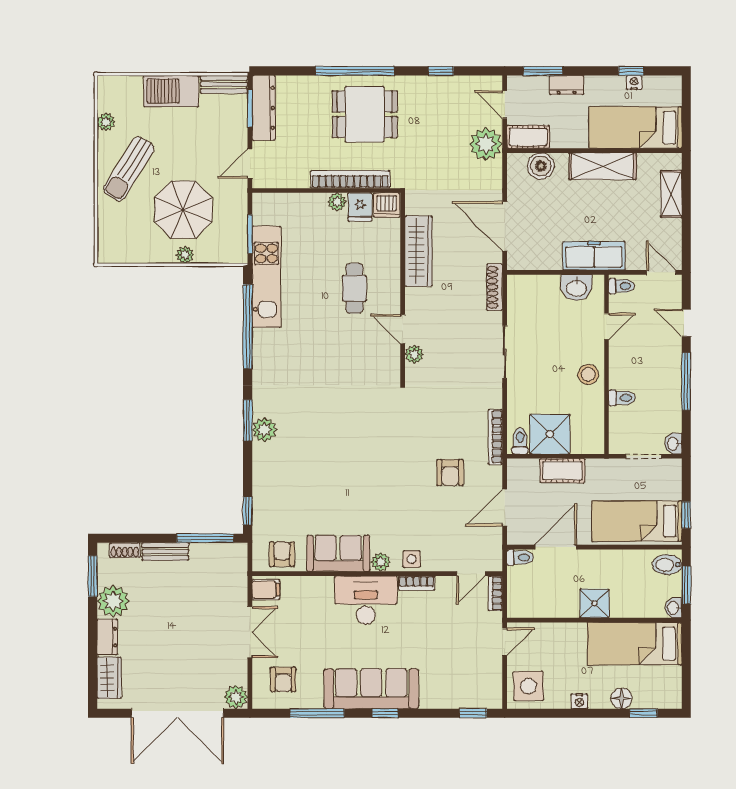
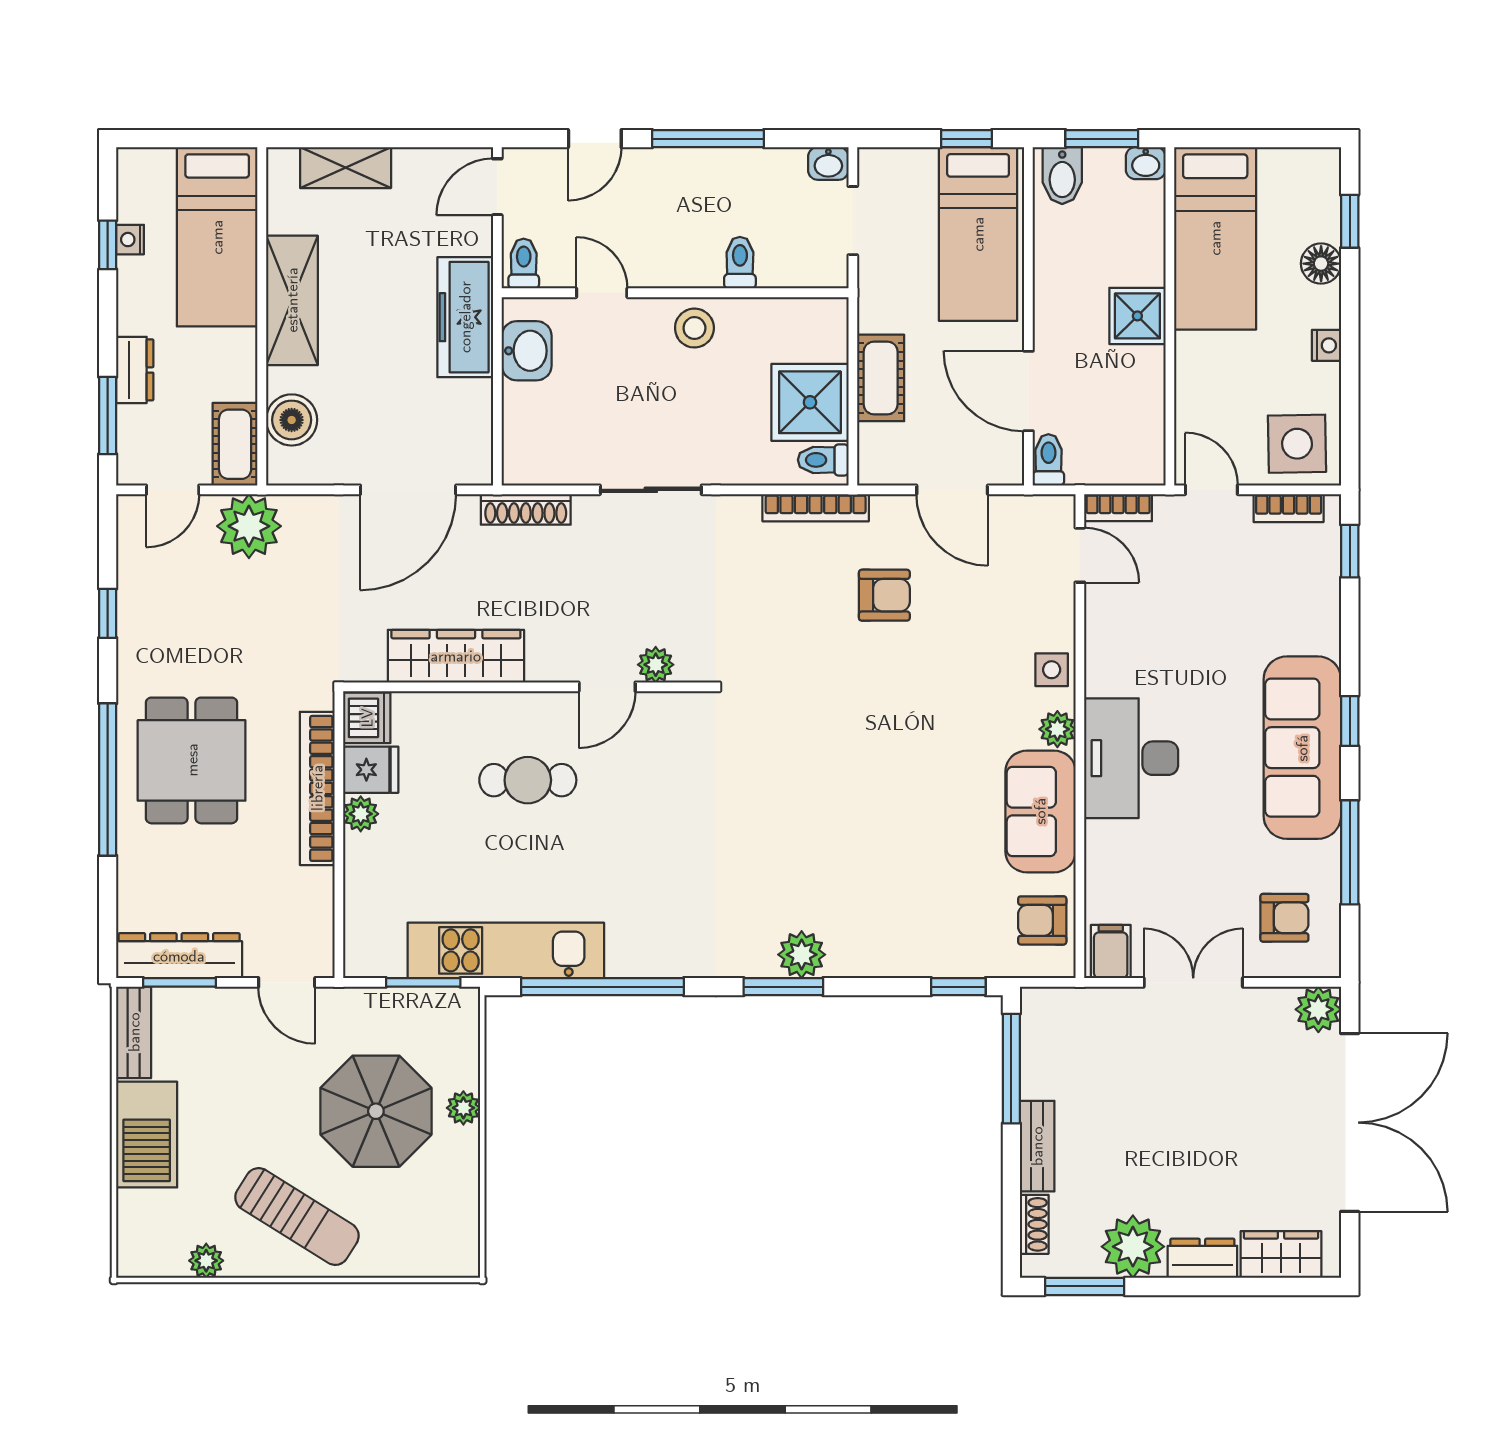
bookcase: (417, 583) -> (1289, 508), moved, turned 90

